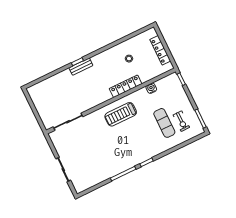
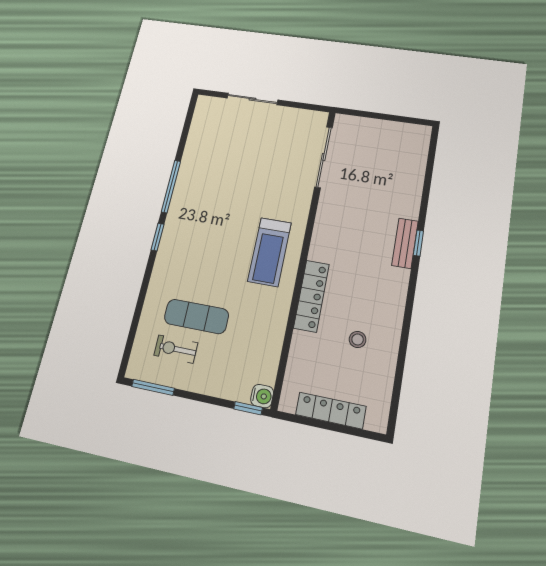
water cooler: (151, 88) -> (262, 396), moved
treadmill: (121, 114) -> (269, 252), turned 180

